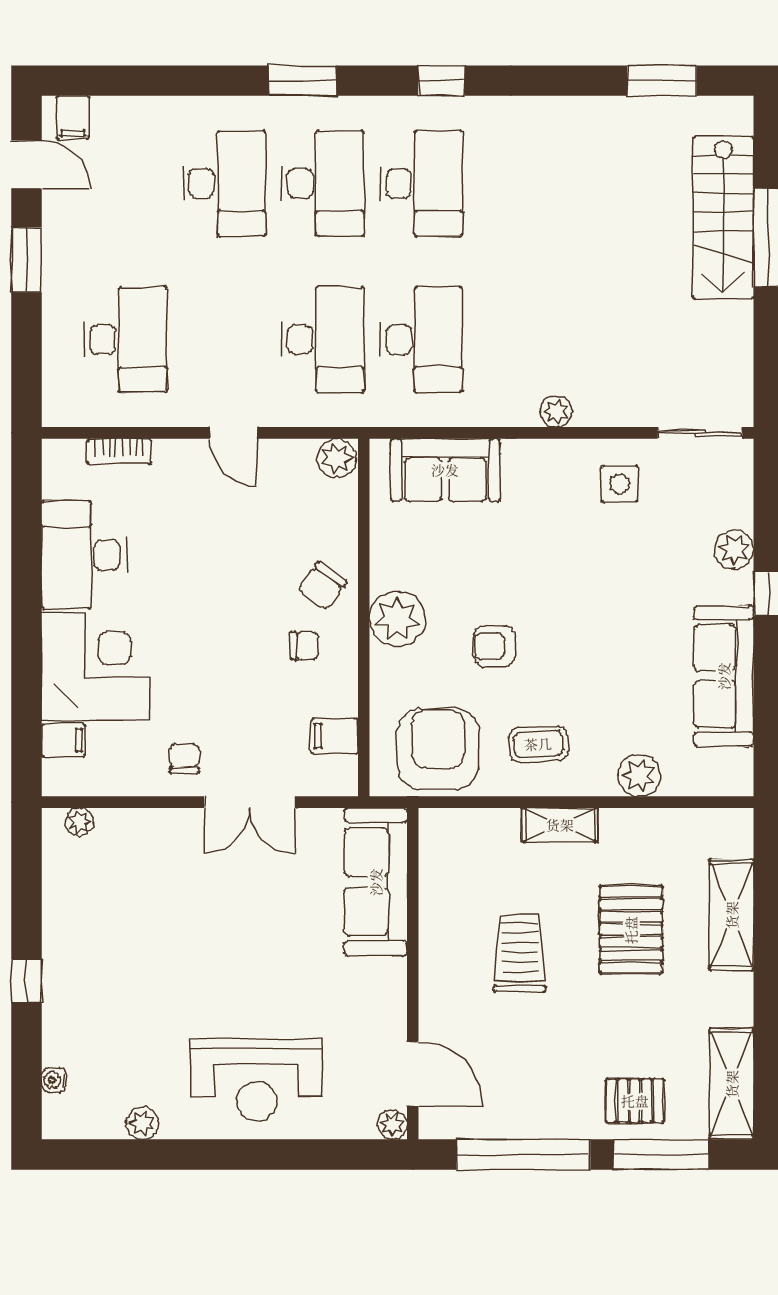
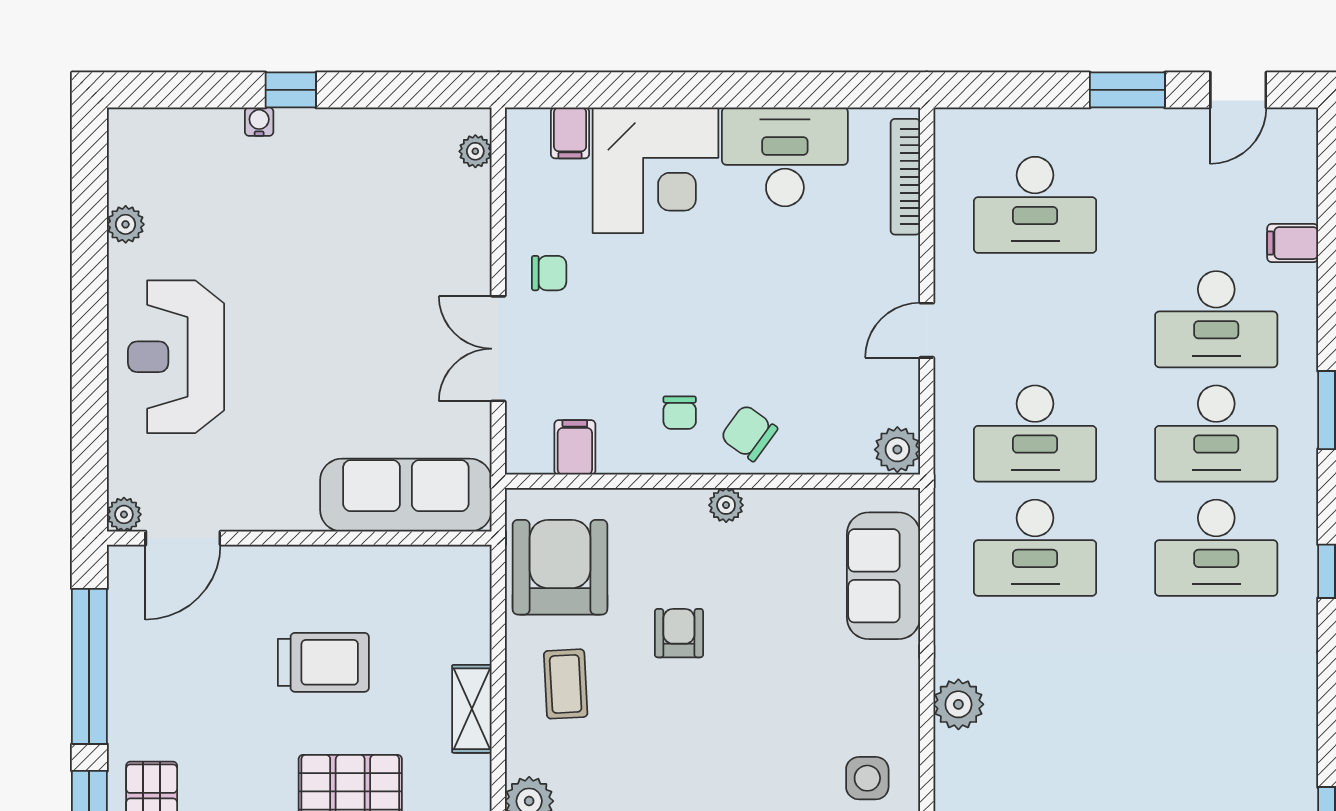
filing cabinet: (73, 118) -> (1293, 243), moved
plant: (556, 411) -> (958, 704), width x1.38, depth x1.38
bookcase: (119, 451) -> (905, 177), width x1.56
plant: (397, 619) -> (726, 505), width x0.53, depth x0.53
armchair: (438, 749) -> (560, 567), turned -90
water cooler: (54, 1080) -> (259, 122), moved

